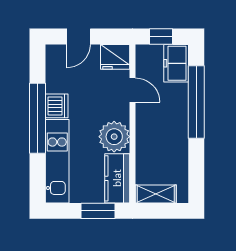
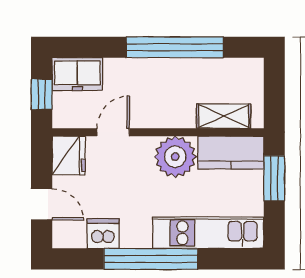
window: (196, 102) -> (175, 47), moved
dishwasher: (57, 106) -> (103, 234), moved
shelving: (156, 194) -> (224, 116), moved, turned 90

